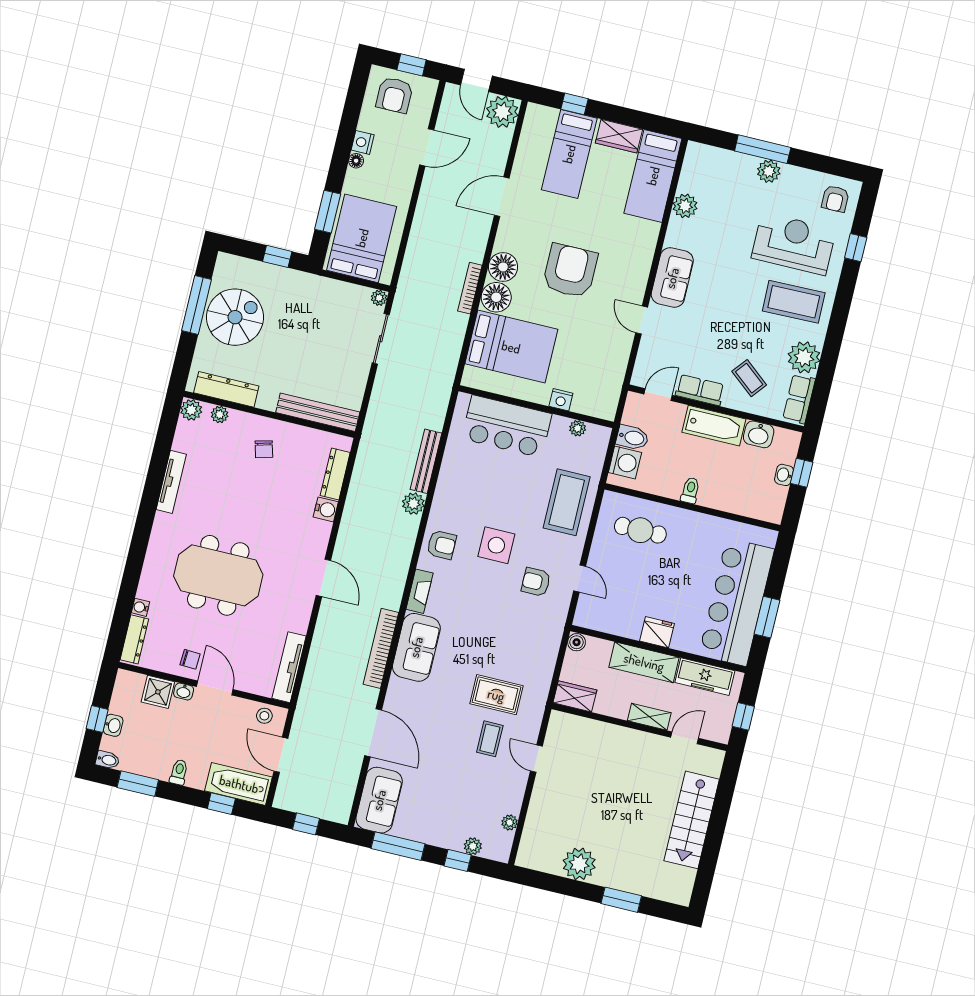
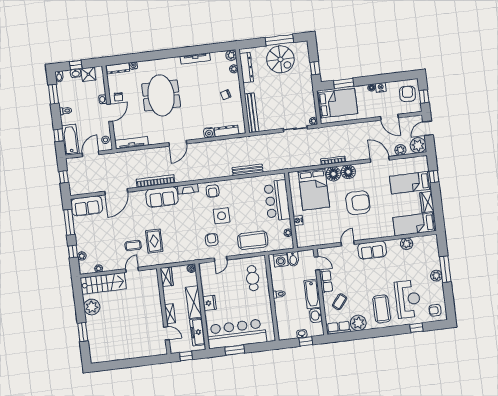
armchair: (394, 95) -> (408, 94), turned 94
plant: (413, 504) -> (400, 150), moved
shower: (158, 692) -> (88, 74), moved
stairs: (692, 820) -> (103, 283), moved, turned 180

